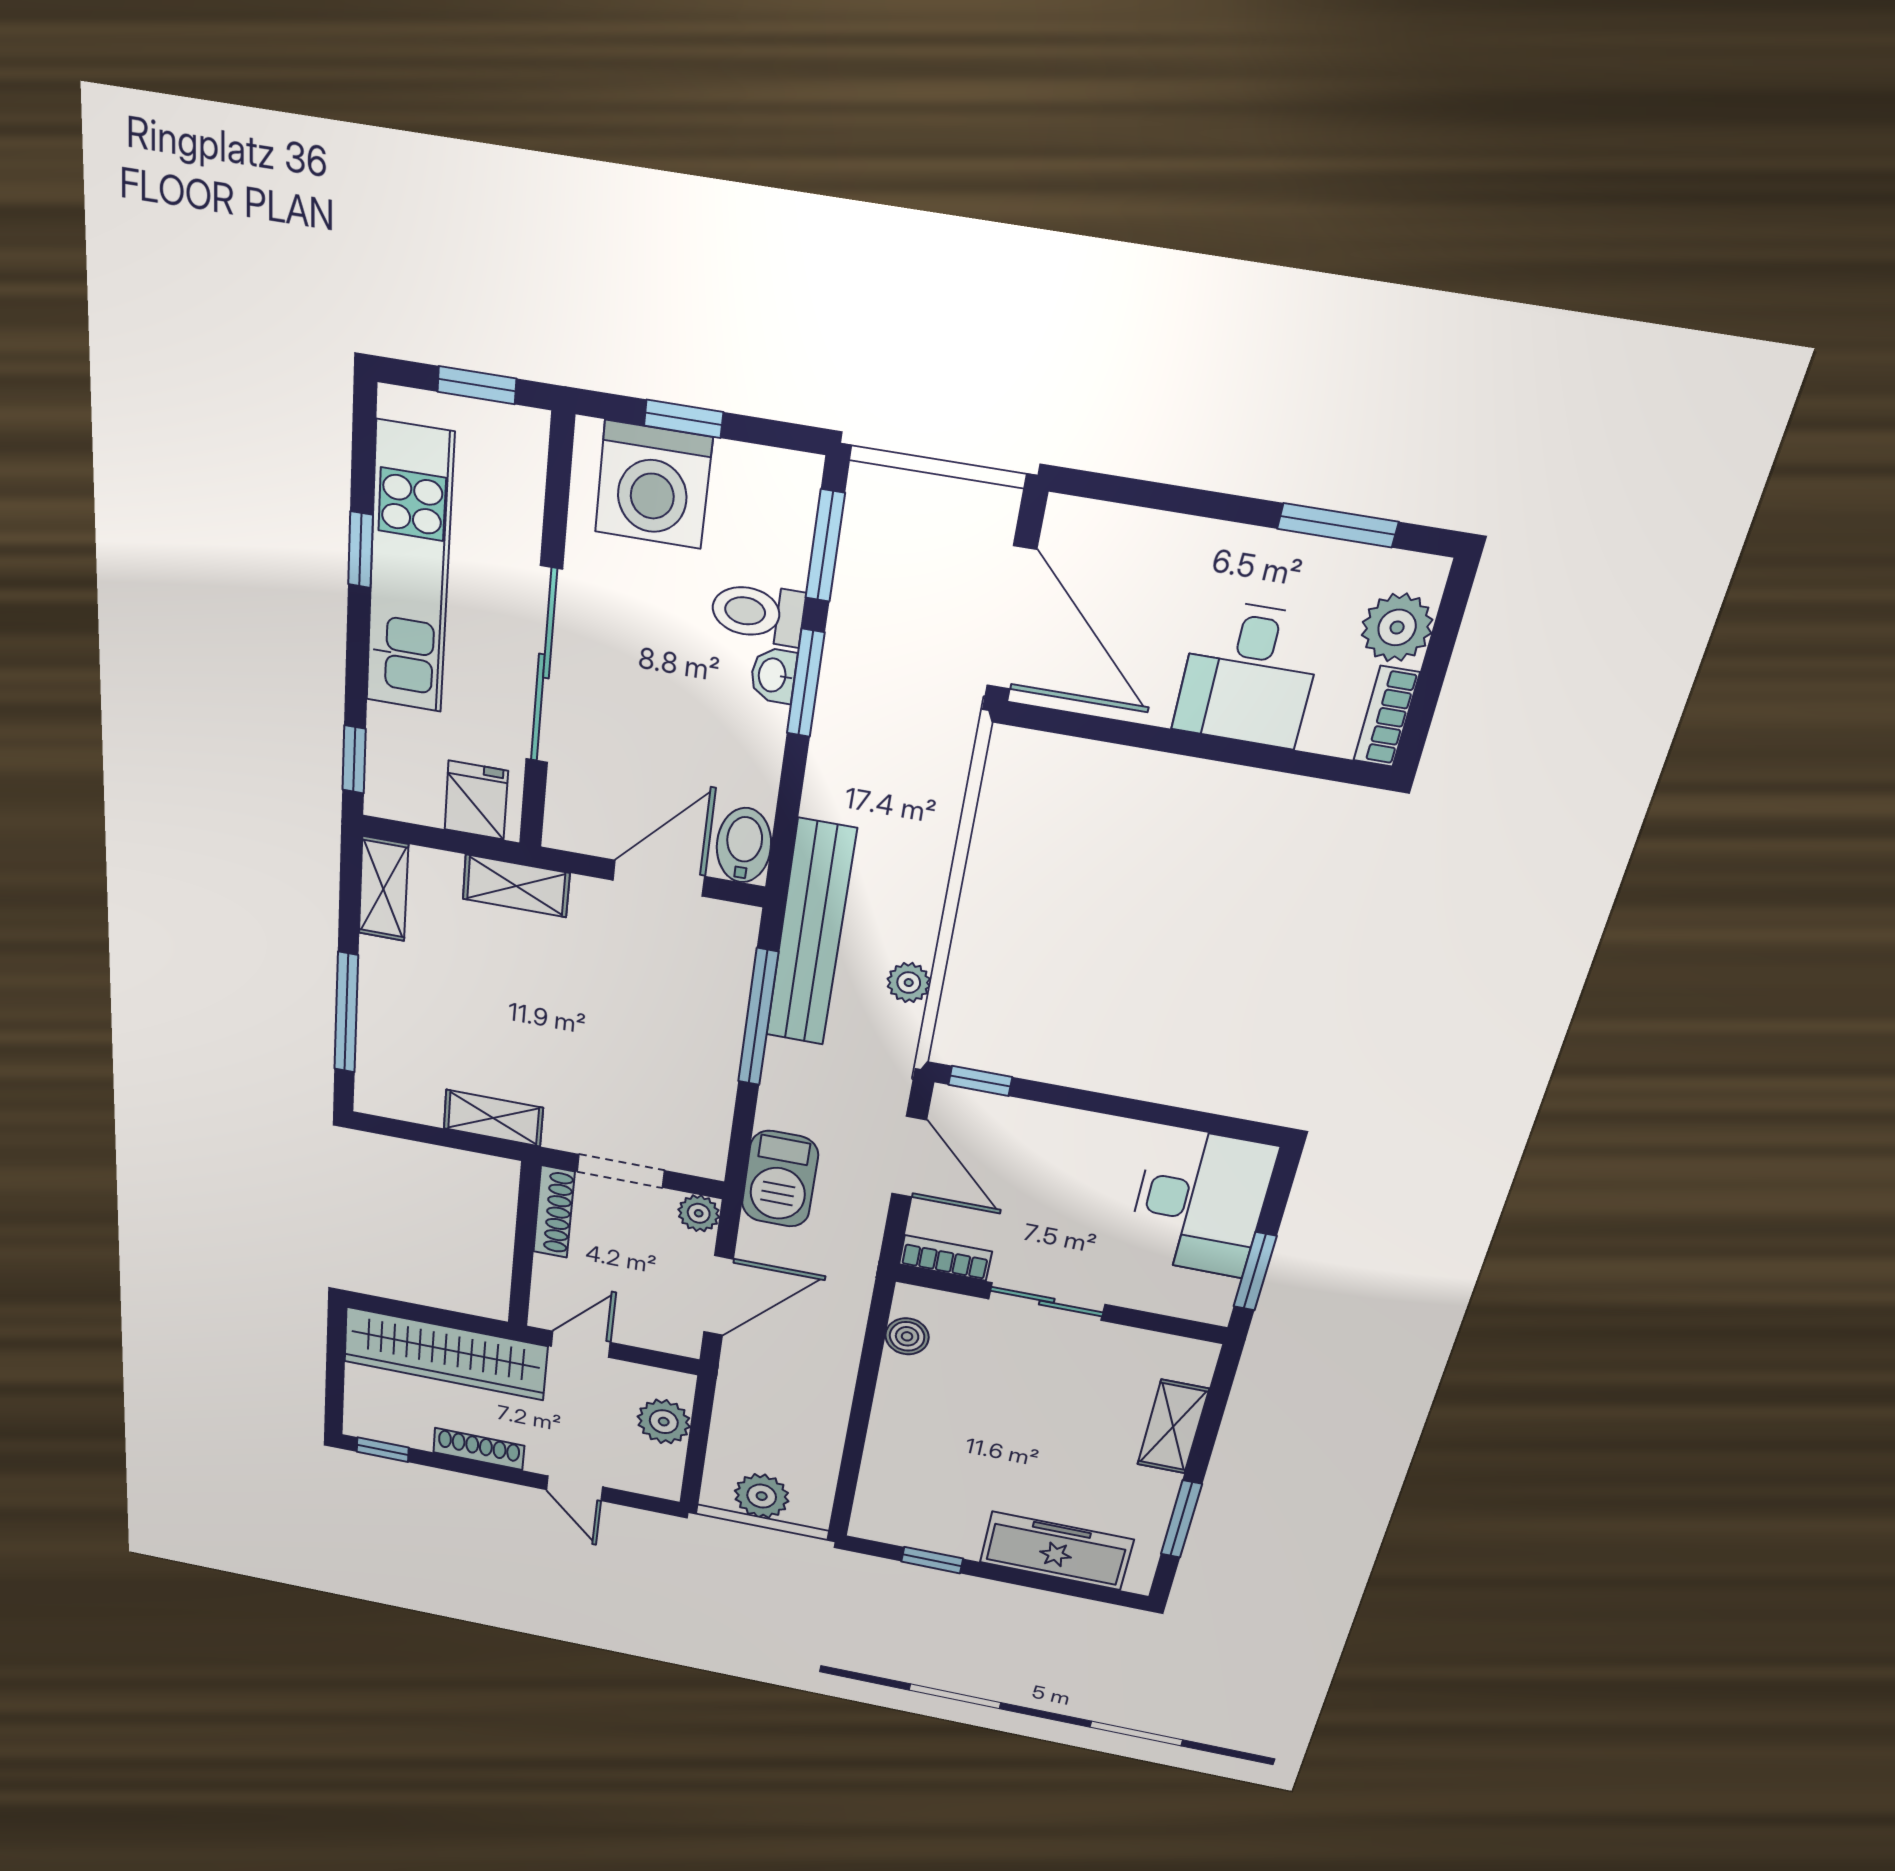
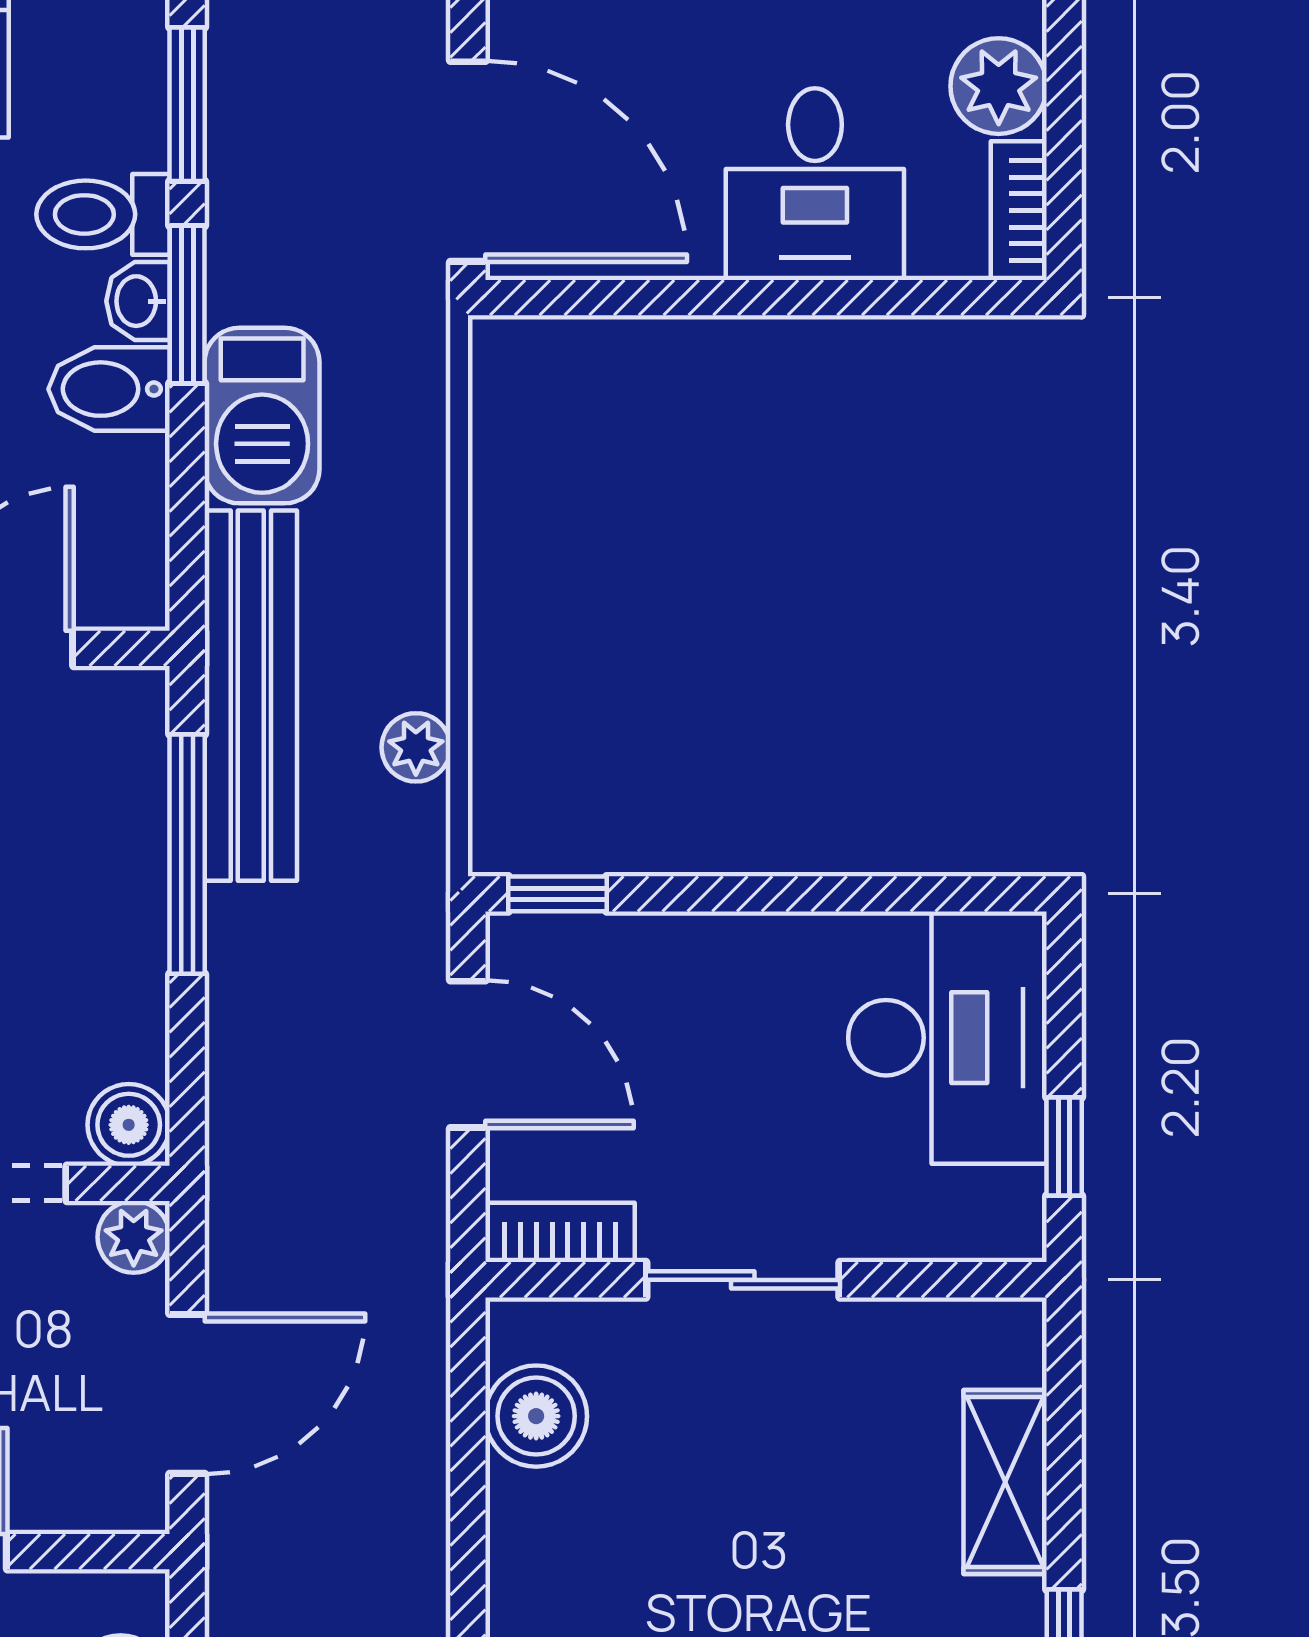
bidet: (744, 845) -> (109, 389), moved, turned -90
boiler: (703, 1156) -> (129, 1125), added
barbecue: (780, 1179) -> (262, 416), moved
window: (1255, 1271) -> (1064, 1146), width x0.67
boiler: (907, 1336) -> (536, 1416), width x1.36, depth x1.36

